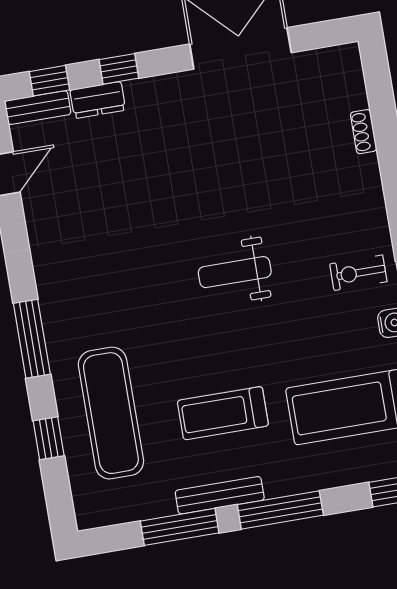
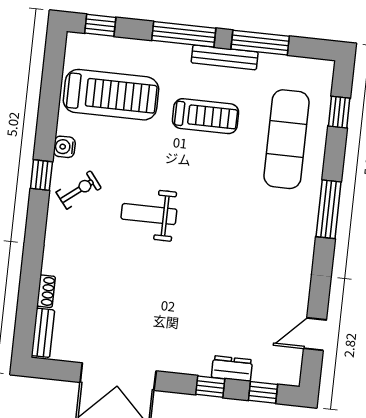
bench: (38, 108) -> (43, 333), moved, turned 90
weight bench: (235, 272) -> (149, 214), moved, turned 180
exercise bike: (358, 273) -> (79, 190), turned -38
window: (49, 438) -> (339, 112), moved

